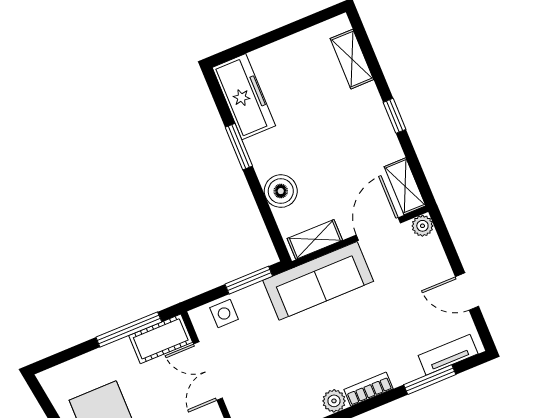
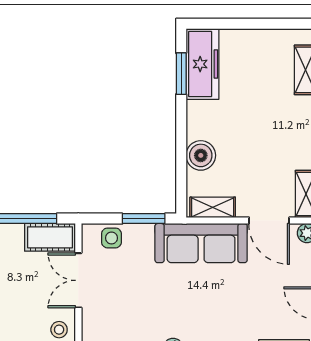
window: (239, 147) -> (181, 74), moved
door: (378, 229) -> (269, 221), swing flipped

